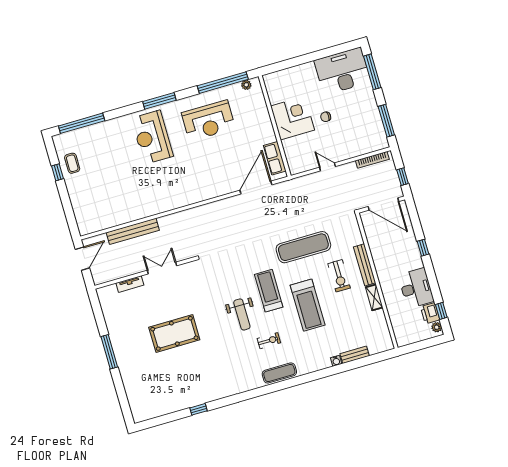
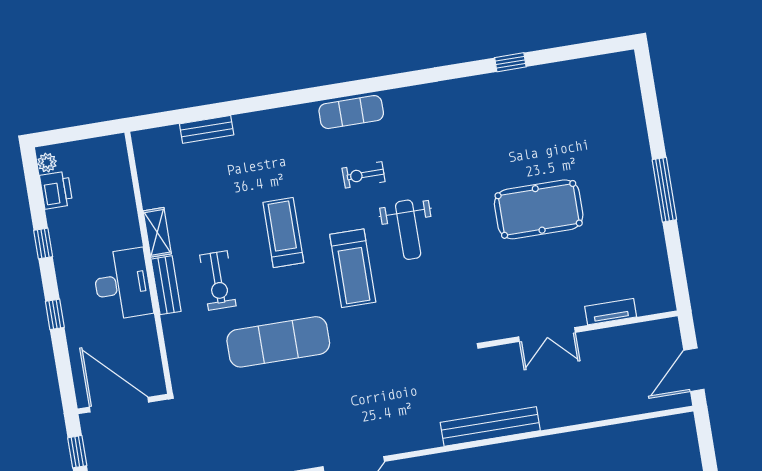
bench: (133, 231) -> (490, 426), moved
bench: (365, 265) -> (166, 285), width x0.73
exercise bike: (339, 276) -> (218, 280), turned 180
desk: (416, 288) -> (122, 284), moved, turned 180
treadmill: (308, 305) -> (283, 233), width x0.73, depth x0.73
window: (441, 311) -> (43, 243), moved
weight bench: (242, 314) -> (408, 230), turned 180
water cooler: (336, 361) -> (242, 122), removed

